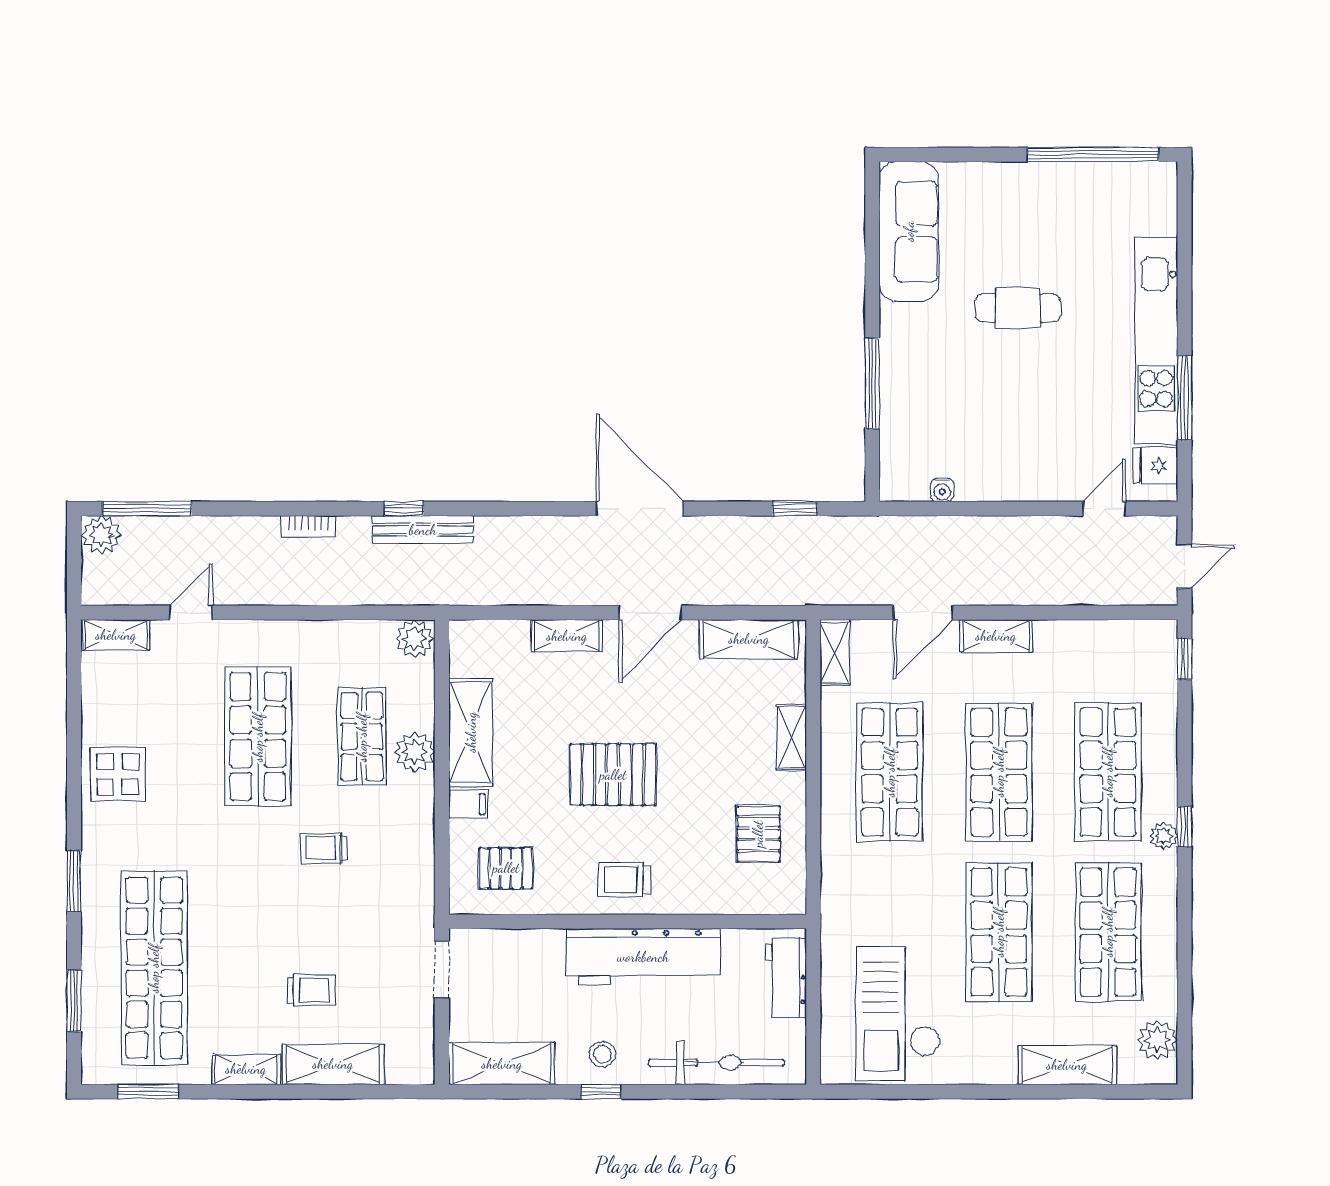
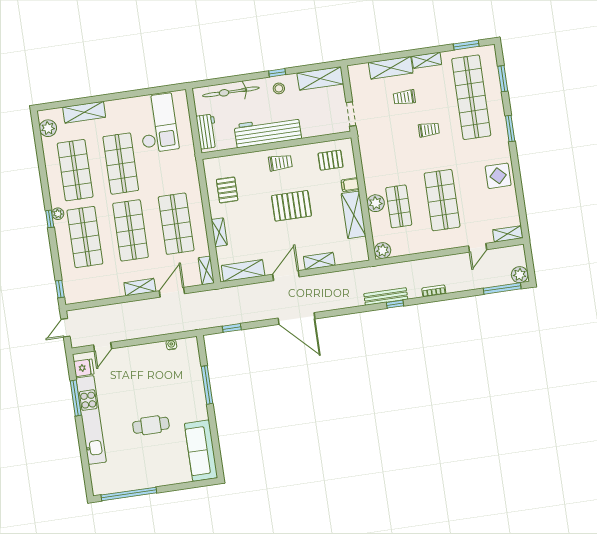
trolley: (324, 848) -> (429, 130), moved

